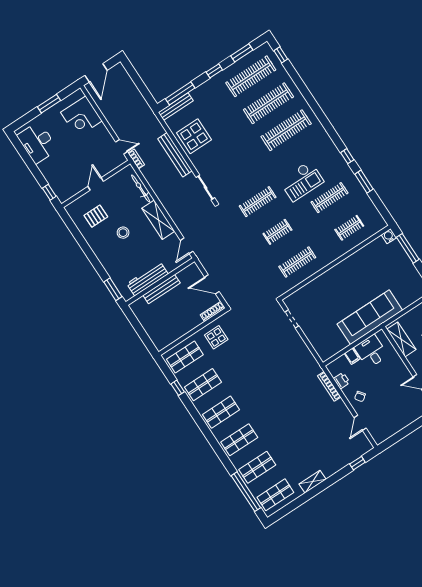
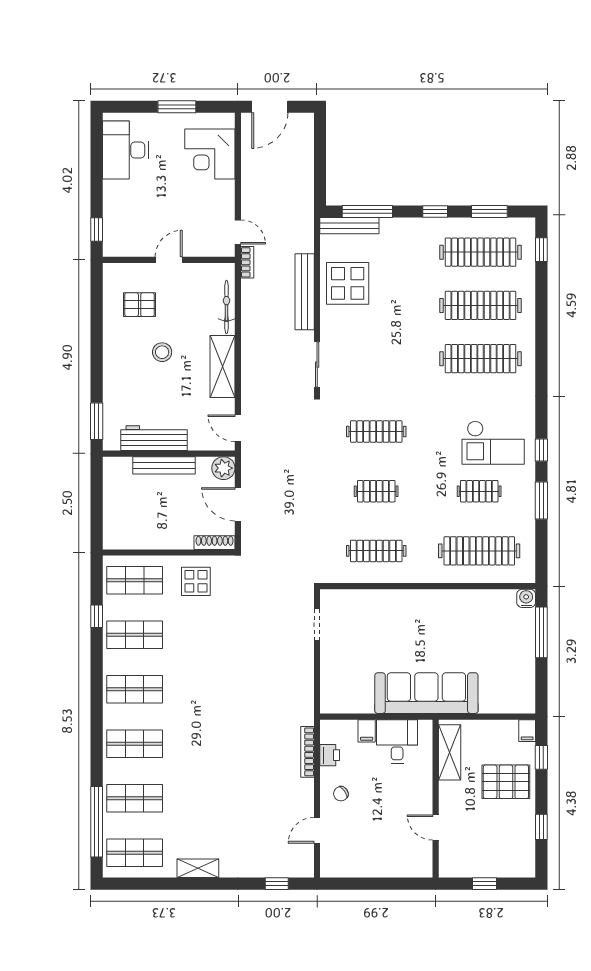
checkout: (302, 181) -> (493, 443), moved
clothes rail: (329, 198) -> (479, 491), width x0.73
clothes rail: (349, 228) -> (479, 551), width x1.86, depth x1.31
door: (187, 246) -> (238, 428), hinge flipped
plant: (193, 271) -> (223, 468), added

